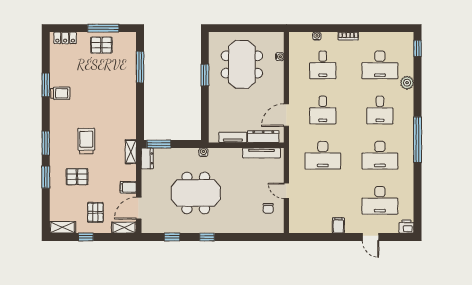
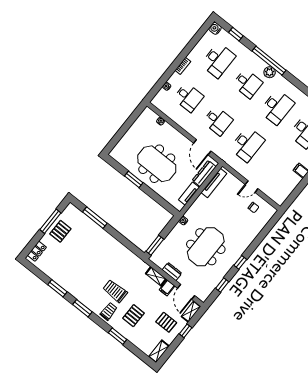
water cooler: (407, 38) -> (215, 28), added
window: (418, 48) -> (236, 34), moved
meeting table: (242, 64) -> (157, 164), moved
plant: (407, 83) -> (270, 72), moved
trolley: (60, 93) -> (109, 311), moved
window: (418, 140) -> (269, 61), moved
window: (46, 143) -> (82, 308), moved
shelving: (131, 152) -> (156, 276), moved
dresser: (147, 158) -> (172, 272), moved
window: (86, 237) -> (186, 331), moved

